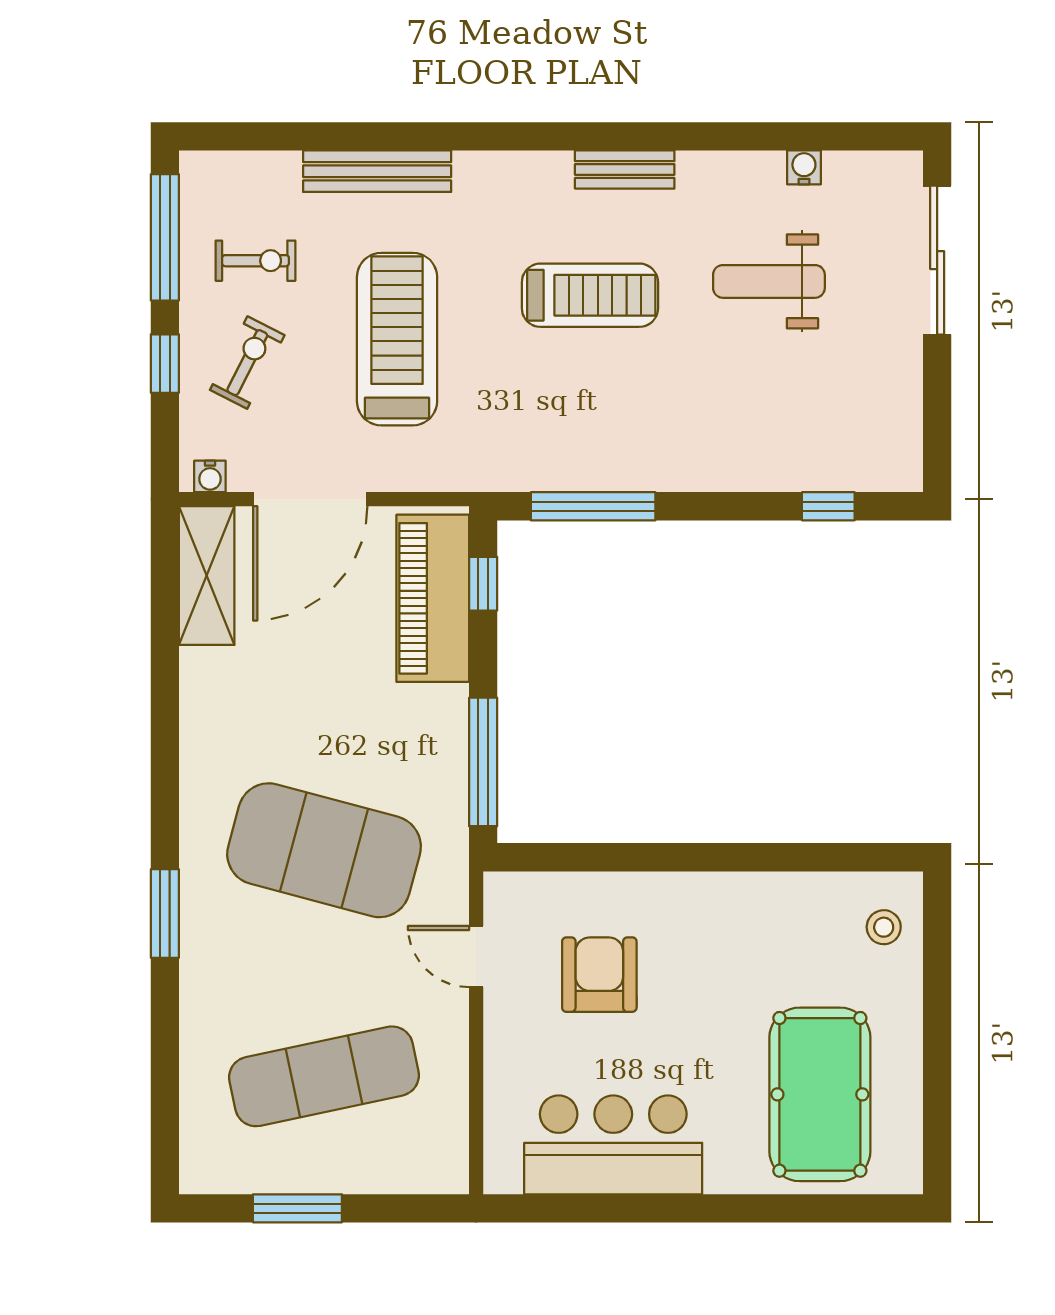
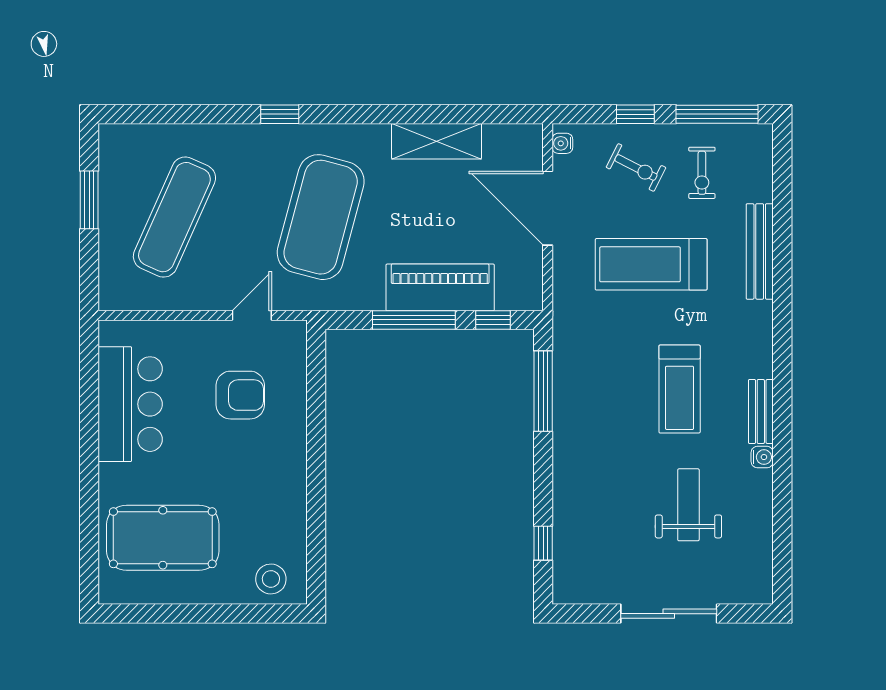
water cooler: (804, 167) -> (762, 457), moved
sliding door: (937, 260) -> (669, 614), moved
treadmill: (397, 339) -> (651, 264), turned 180
shelving: (207, 576) -> (437, 141), moved
piano: (433, 598) -> (440, 287), moved
window: (483, 762) -> (414, 320), moved
window: (165, 913) -> (280, 114), width x0.67
stool: (884, 927) -> (271, 579), width x1.37, depth x1.37
exercise mat: (324, 1076) -> (174, 217), turned 36

